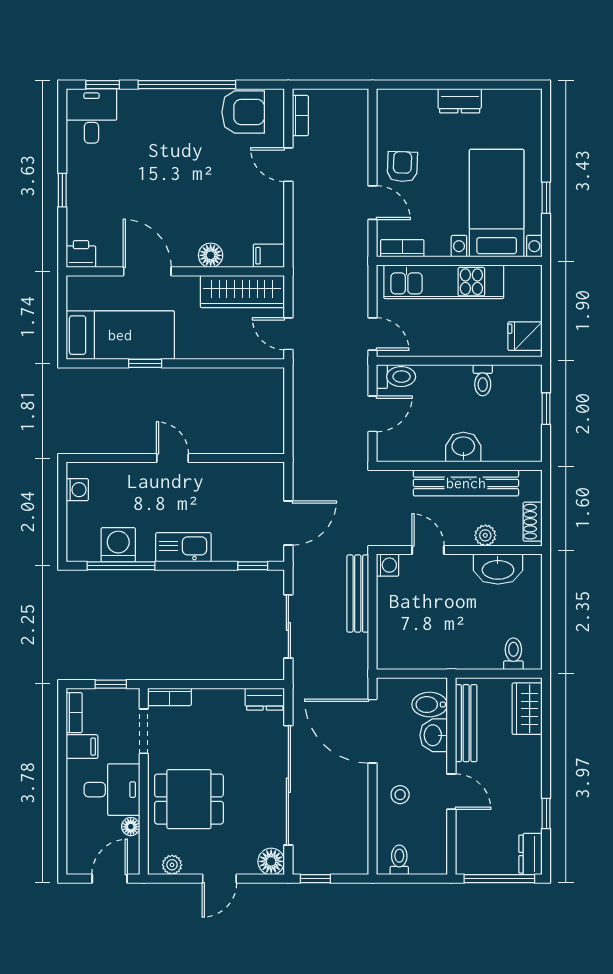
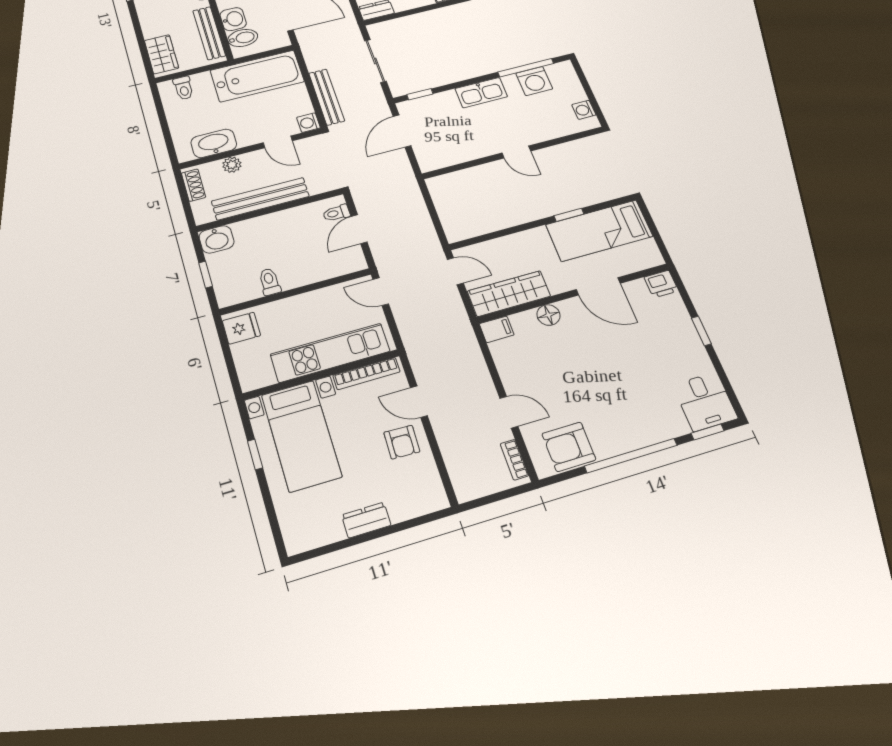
bookcase: (402, 248) -> (366, 373), width x1.56
toilet: (396, 377) -> (336, 213), moved, width x0.73, depth x0.72
washbasin: (463, 447) -> (217, 239), moved
bathtub: (427, 646) -> (257, 76), added

